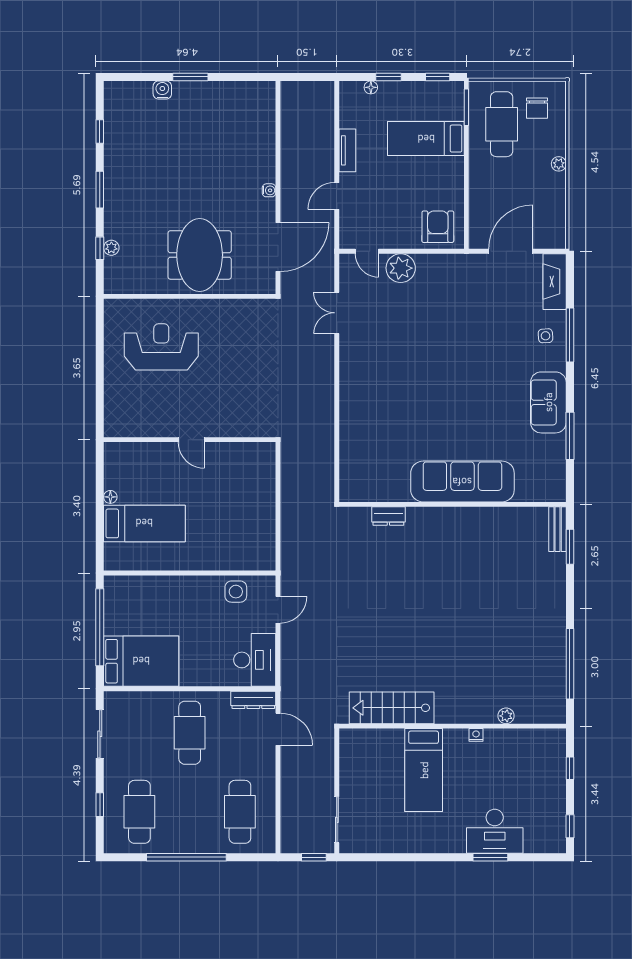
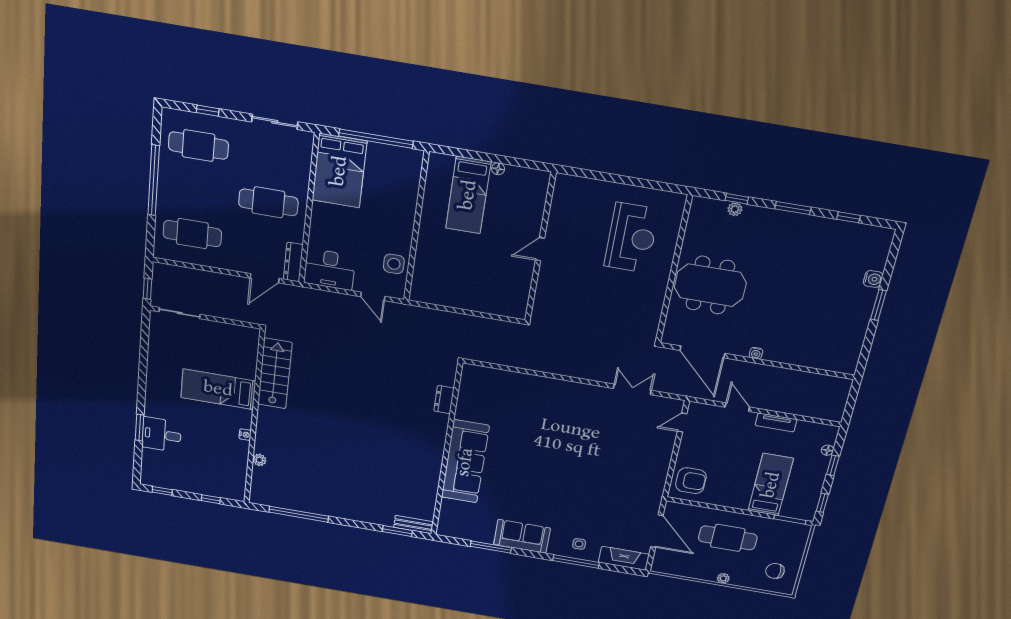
cafe table: (502, 124) -> (728, 538), moved
plant: (401, 268) -> (661, 446), removed
desk: (495, 831) -> (162, 435), width x0.73

